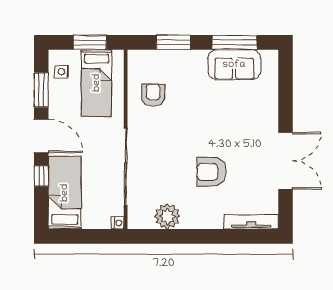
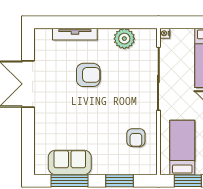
tv unit: (251, 222) -> (75, 34), moved

